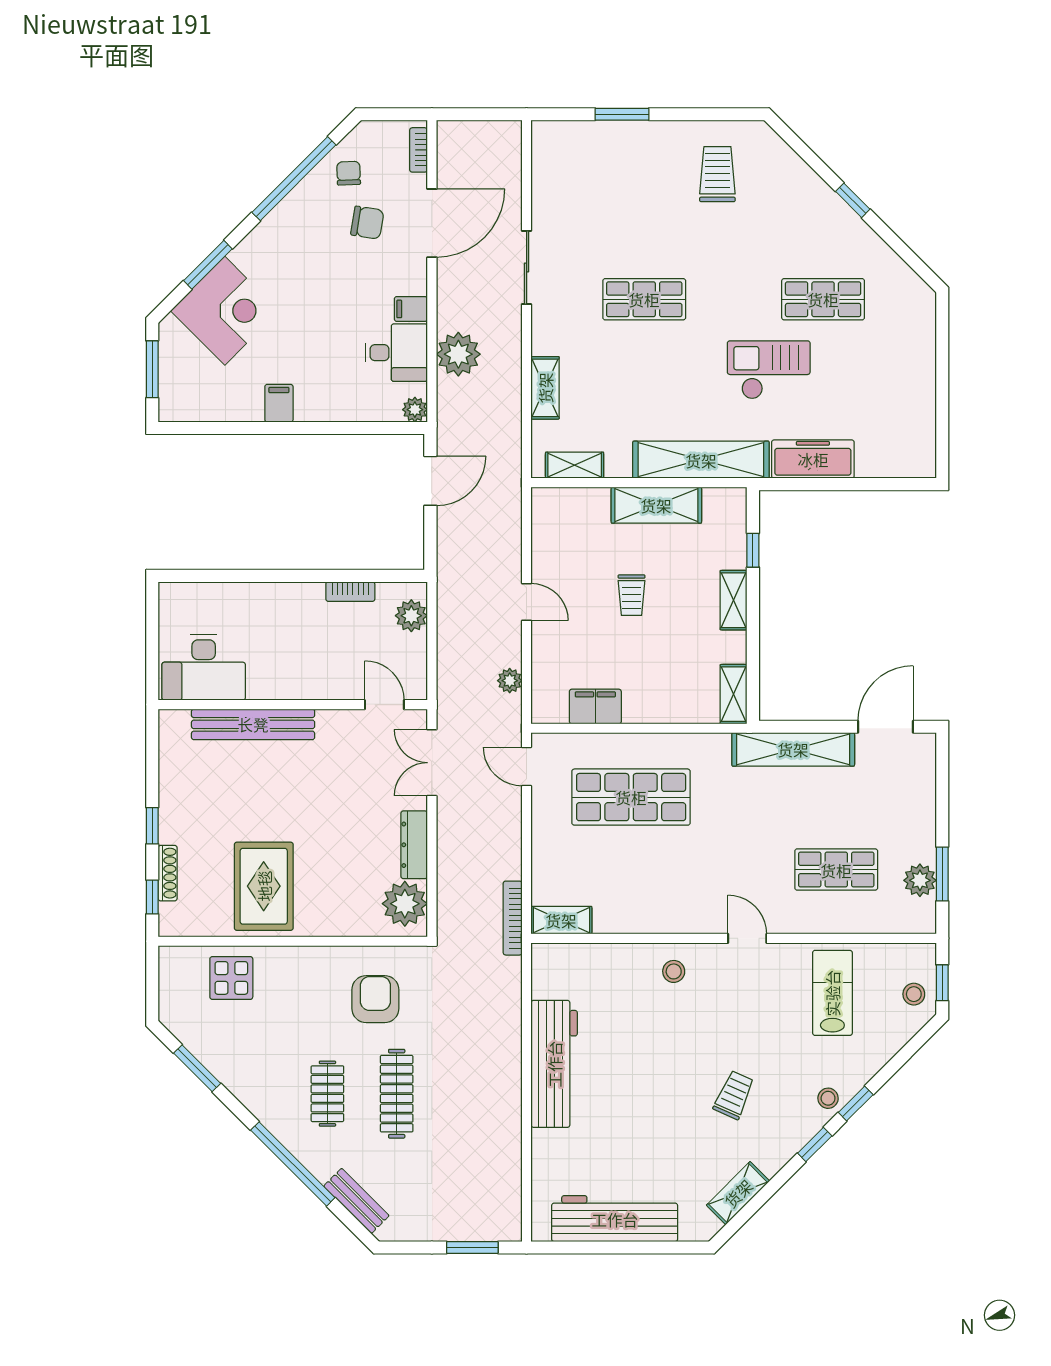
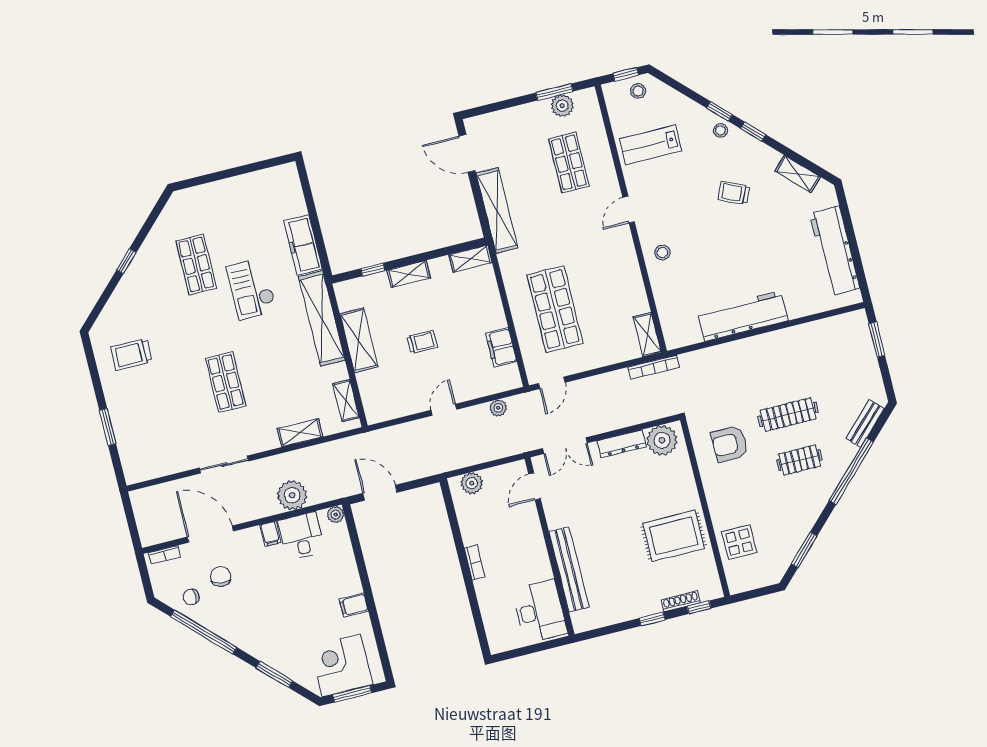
corner desk: (225, 311) -> (341, 665), moved, turned -45
bookcase: (350, 592) -> (475, 562), moved

